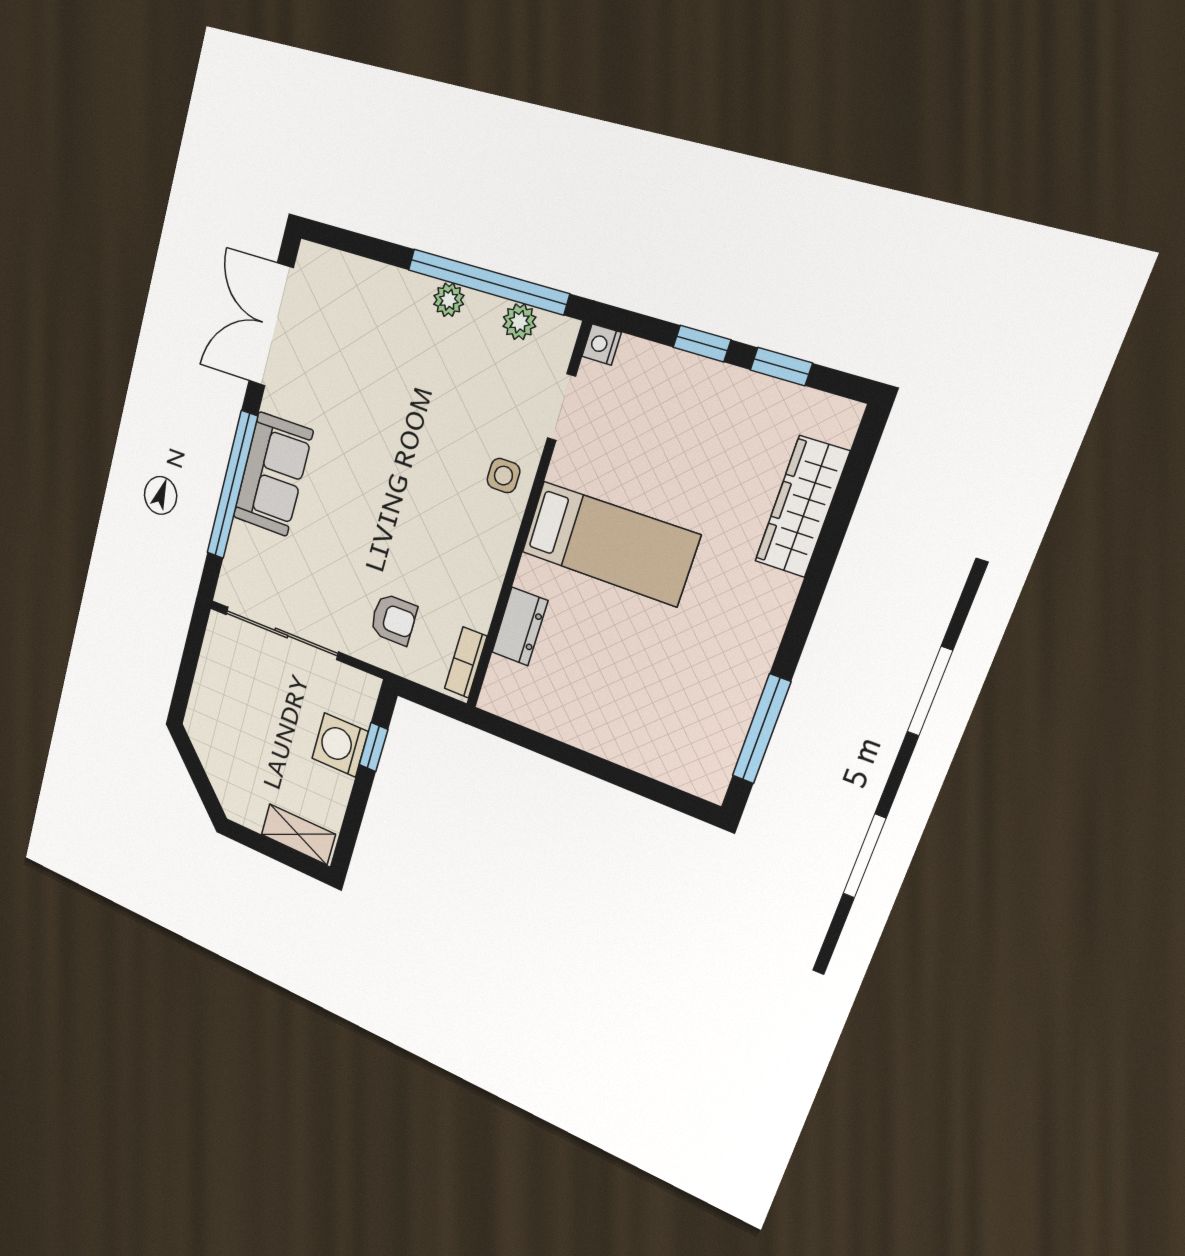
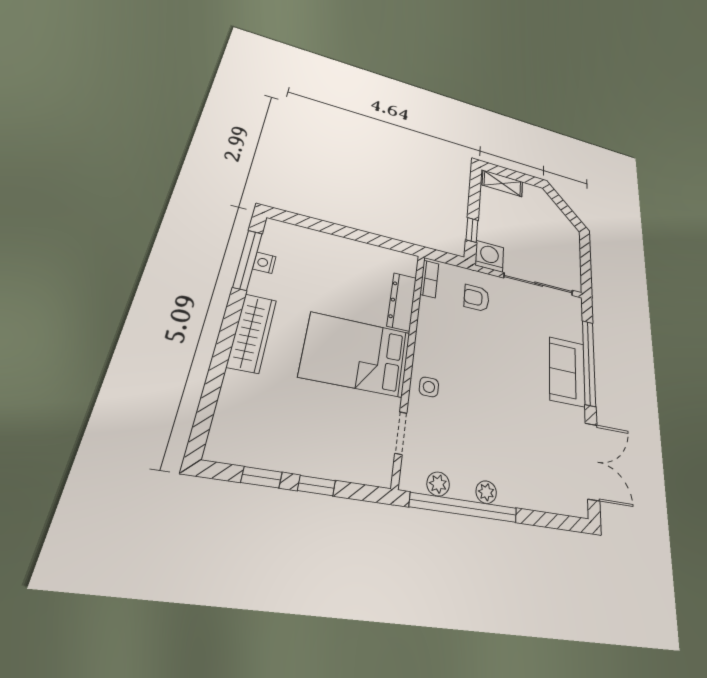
nightstand: (602, 344) -> (264, 263), moved, turned 180
wardrobe: (802, 507) -> (252, 333), moved
bed: (610, 544) -> (356, 354), width x1.50
dresser: (520, 627) -> (402, 302), width x1.44
washing machine: (340, 745) -> (489, 256), moved, turned -90

